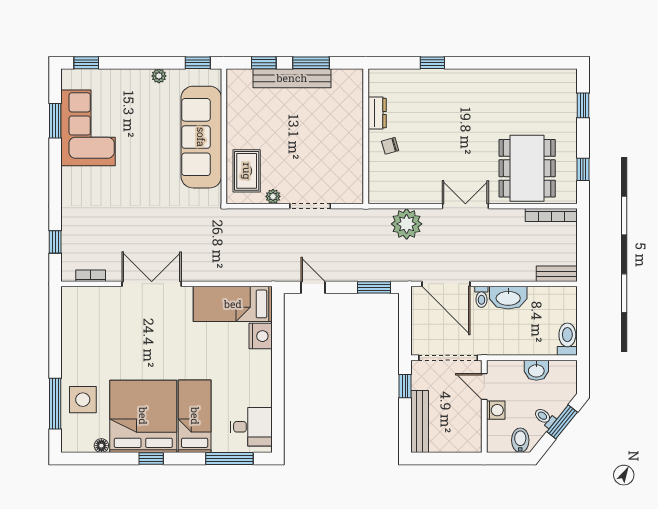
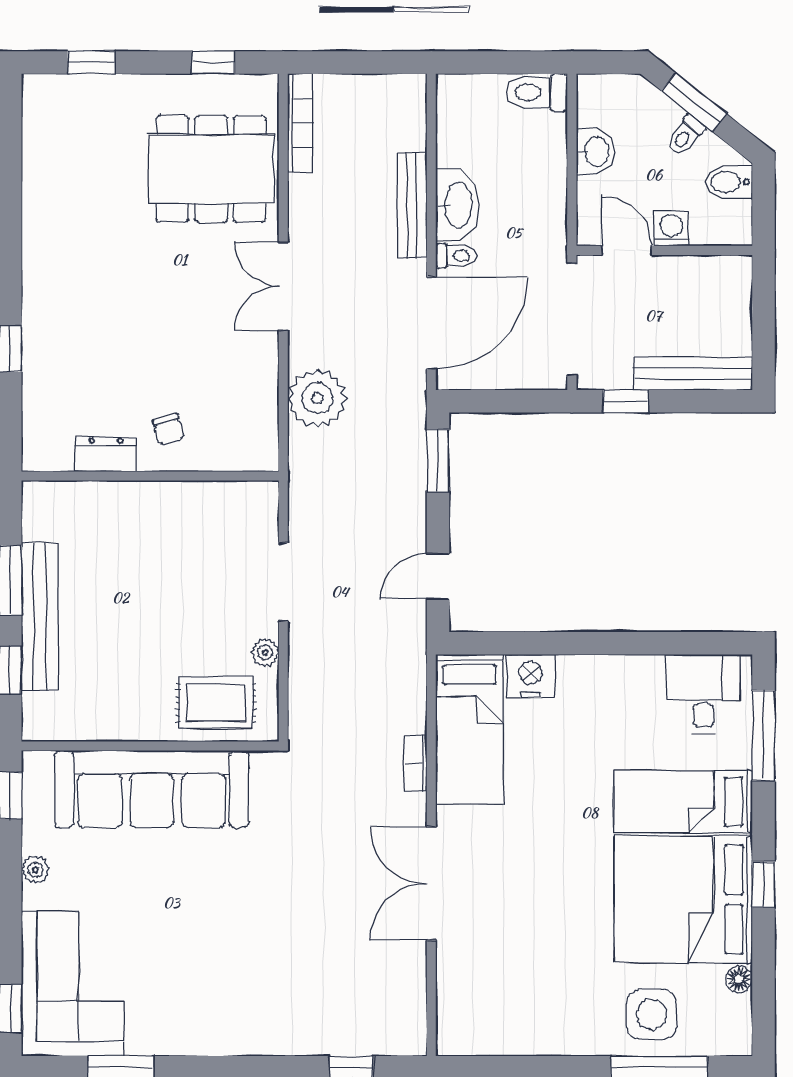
corner sofa: (88, 128) -> (73, 984), moved, turned 90
bench: (557, 274) -> (412, 205), moved, width x1.36
bookcase: (91, 276) -> (416, 763), moved
door: (484, 386) -> (626, 250), swing flipped

